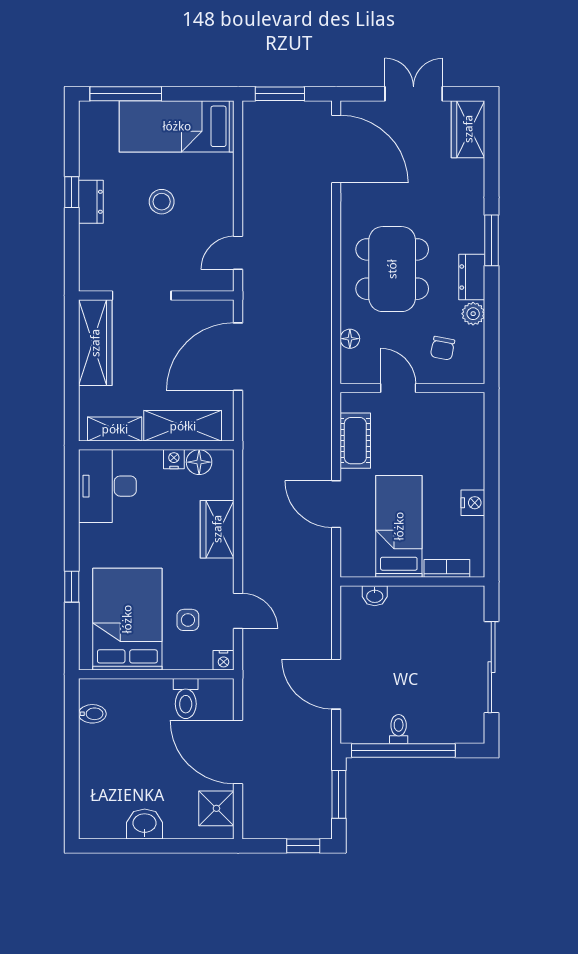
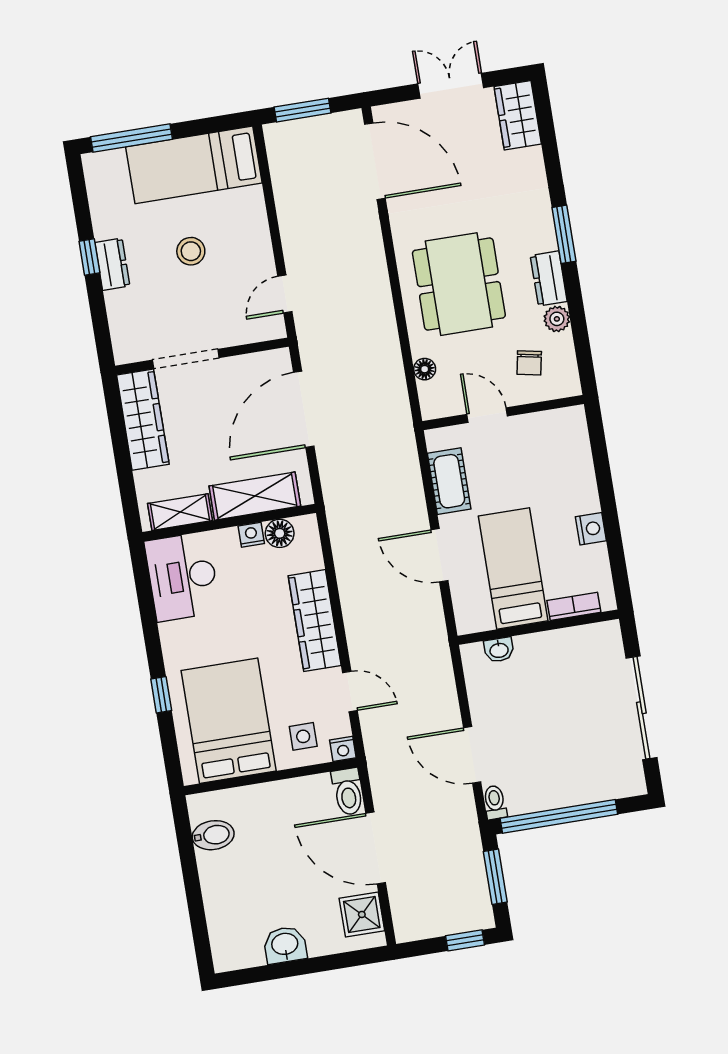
wardrobe: (217, 529) -> (315, 621), width x1.50
side table: (188, 620) -> (303, 736), moved
toilet: (186, 699) -> (348, 792), moved
bidet: (92, 714) -> (213, 835), width x1.38, depth x1.36
toilet: (399, 729) -> (495, 802), moved

